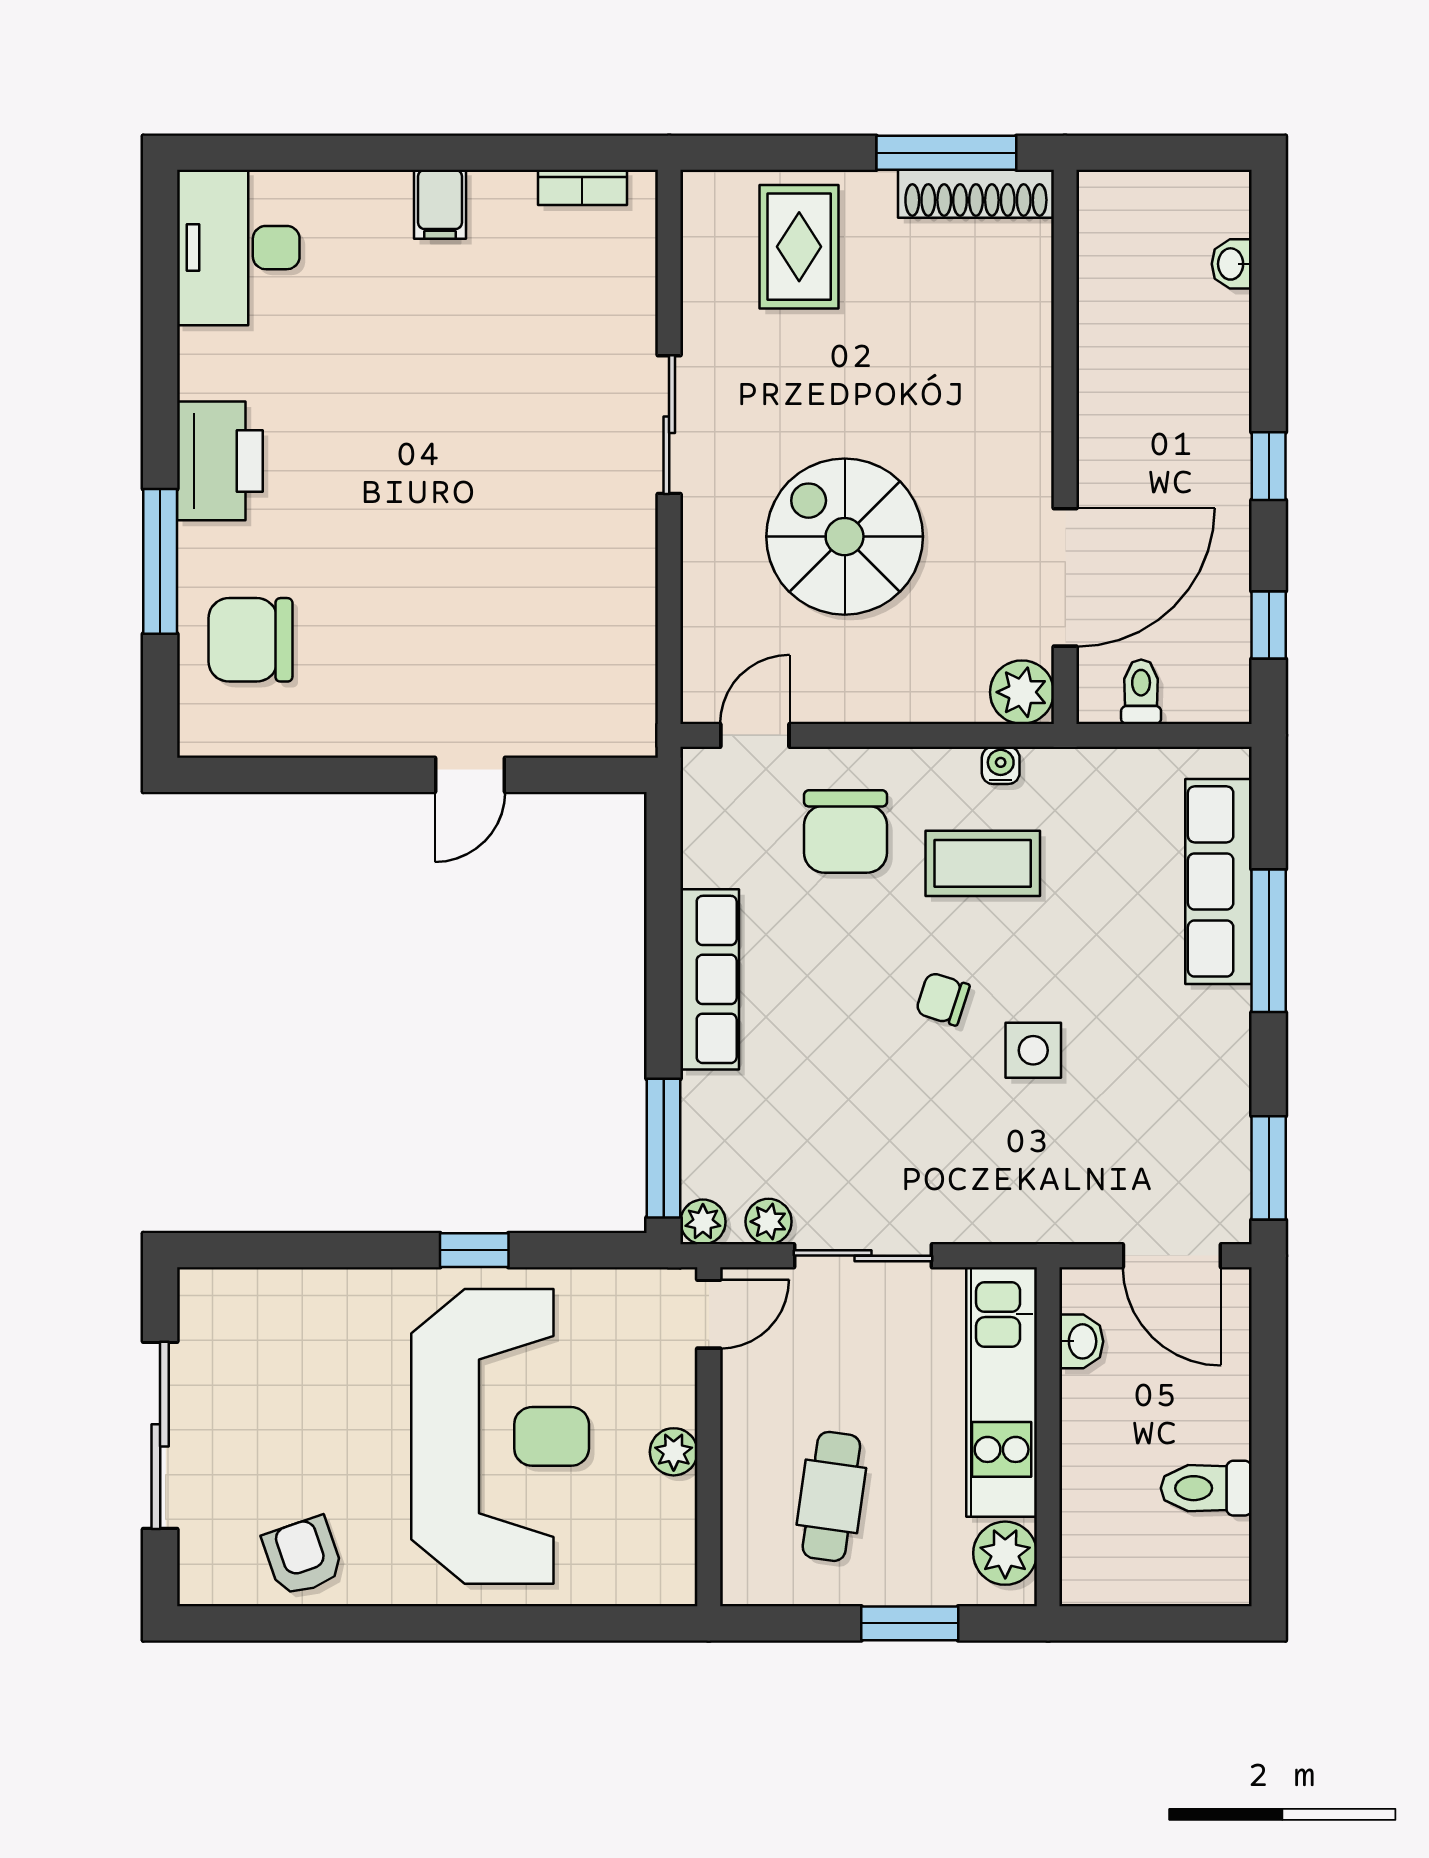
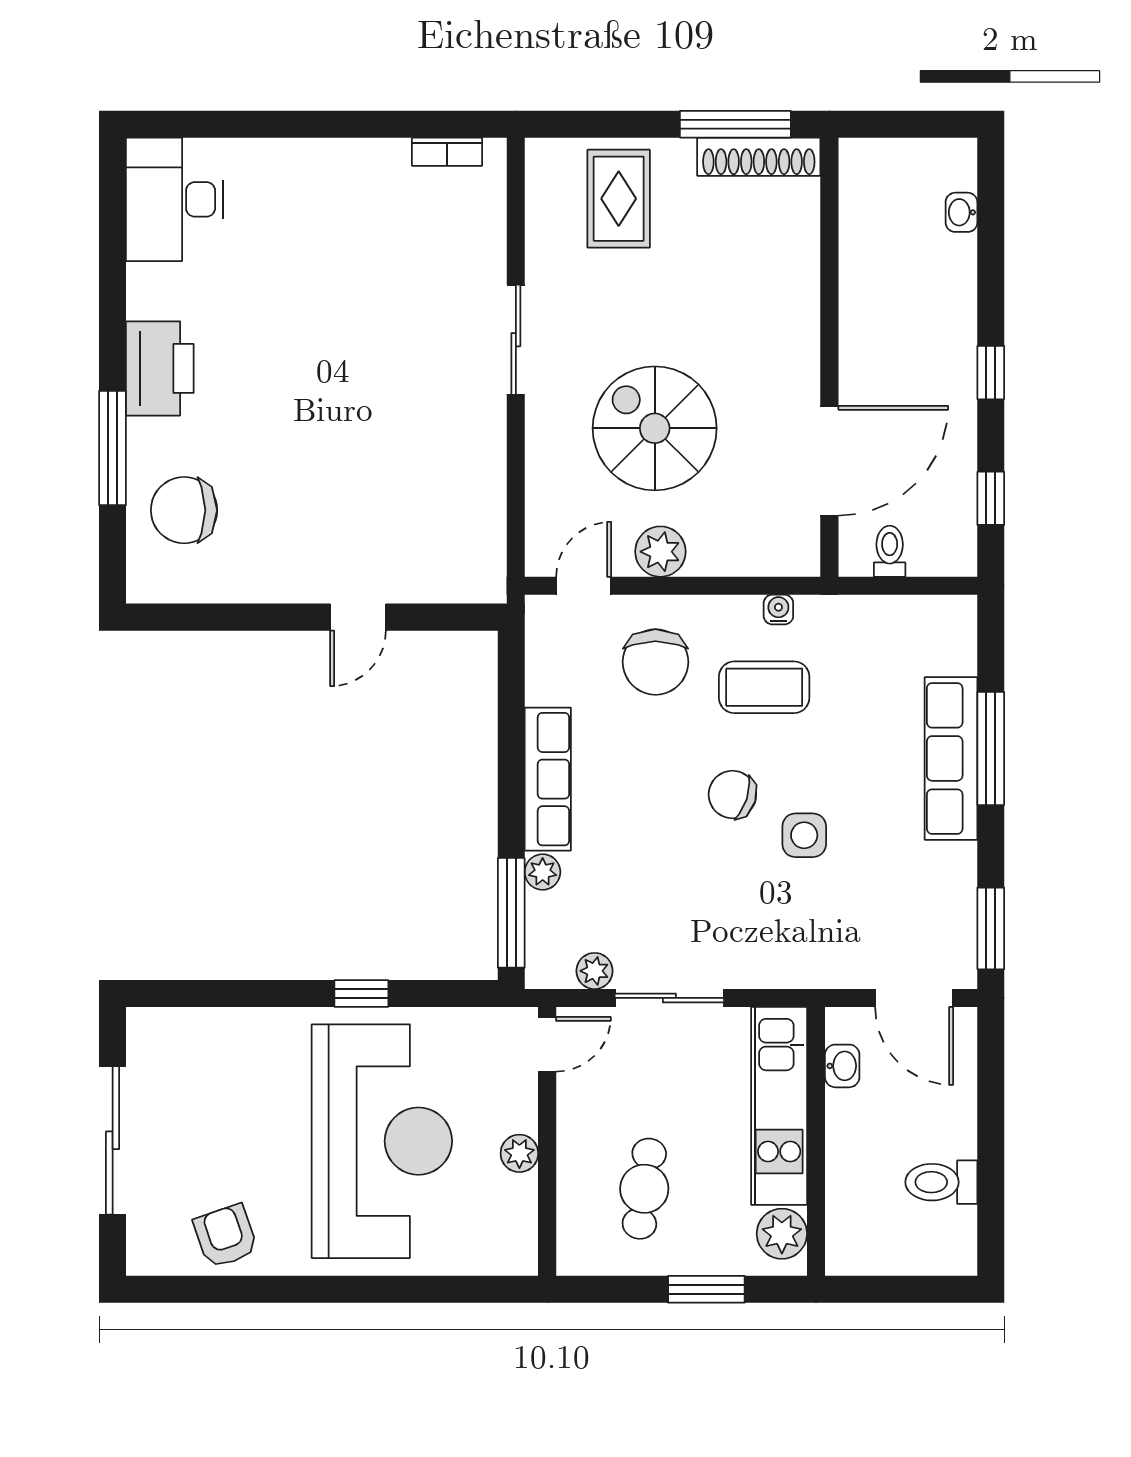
filing cabinet: (440, 204) -> (334, 165), removed
plant: (1022, 692) -> (660, 552), moved
row of seats: (1219, 881) -> (951, 758), moved
chair: (943, 999) -> (732, 795), width x1.37, depth x1.37
plant: (703, 1222) -> (543, 872), moved

